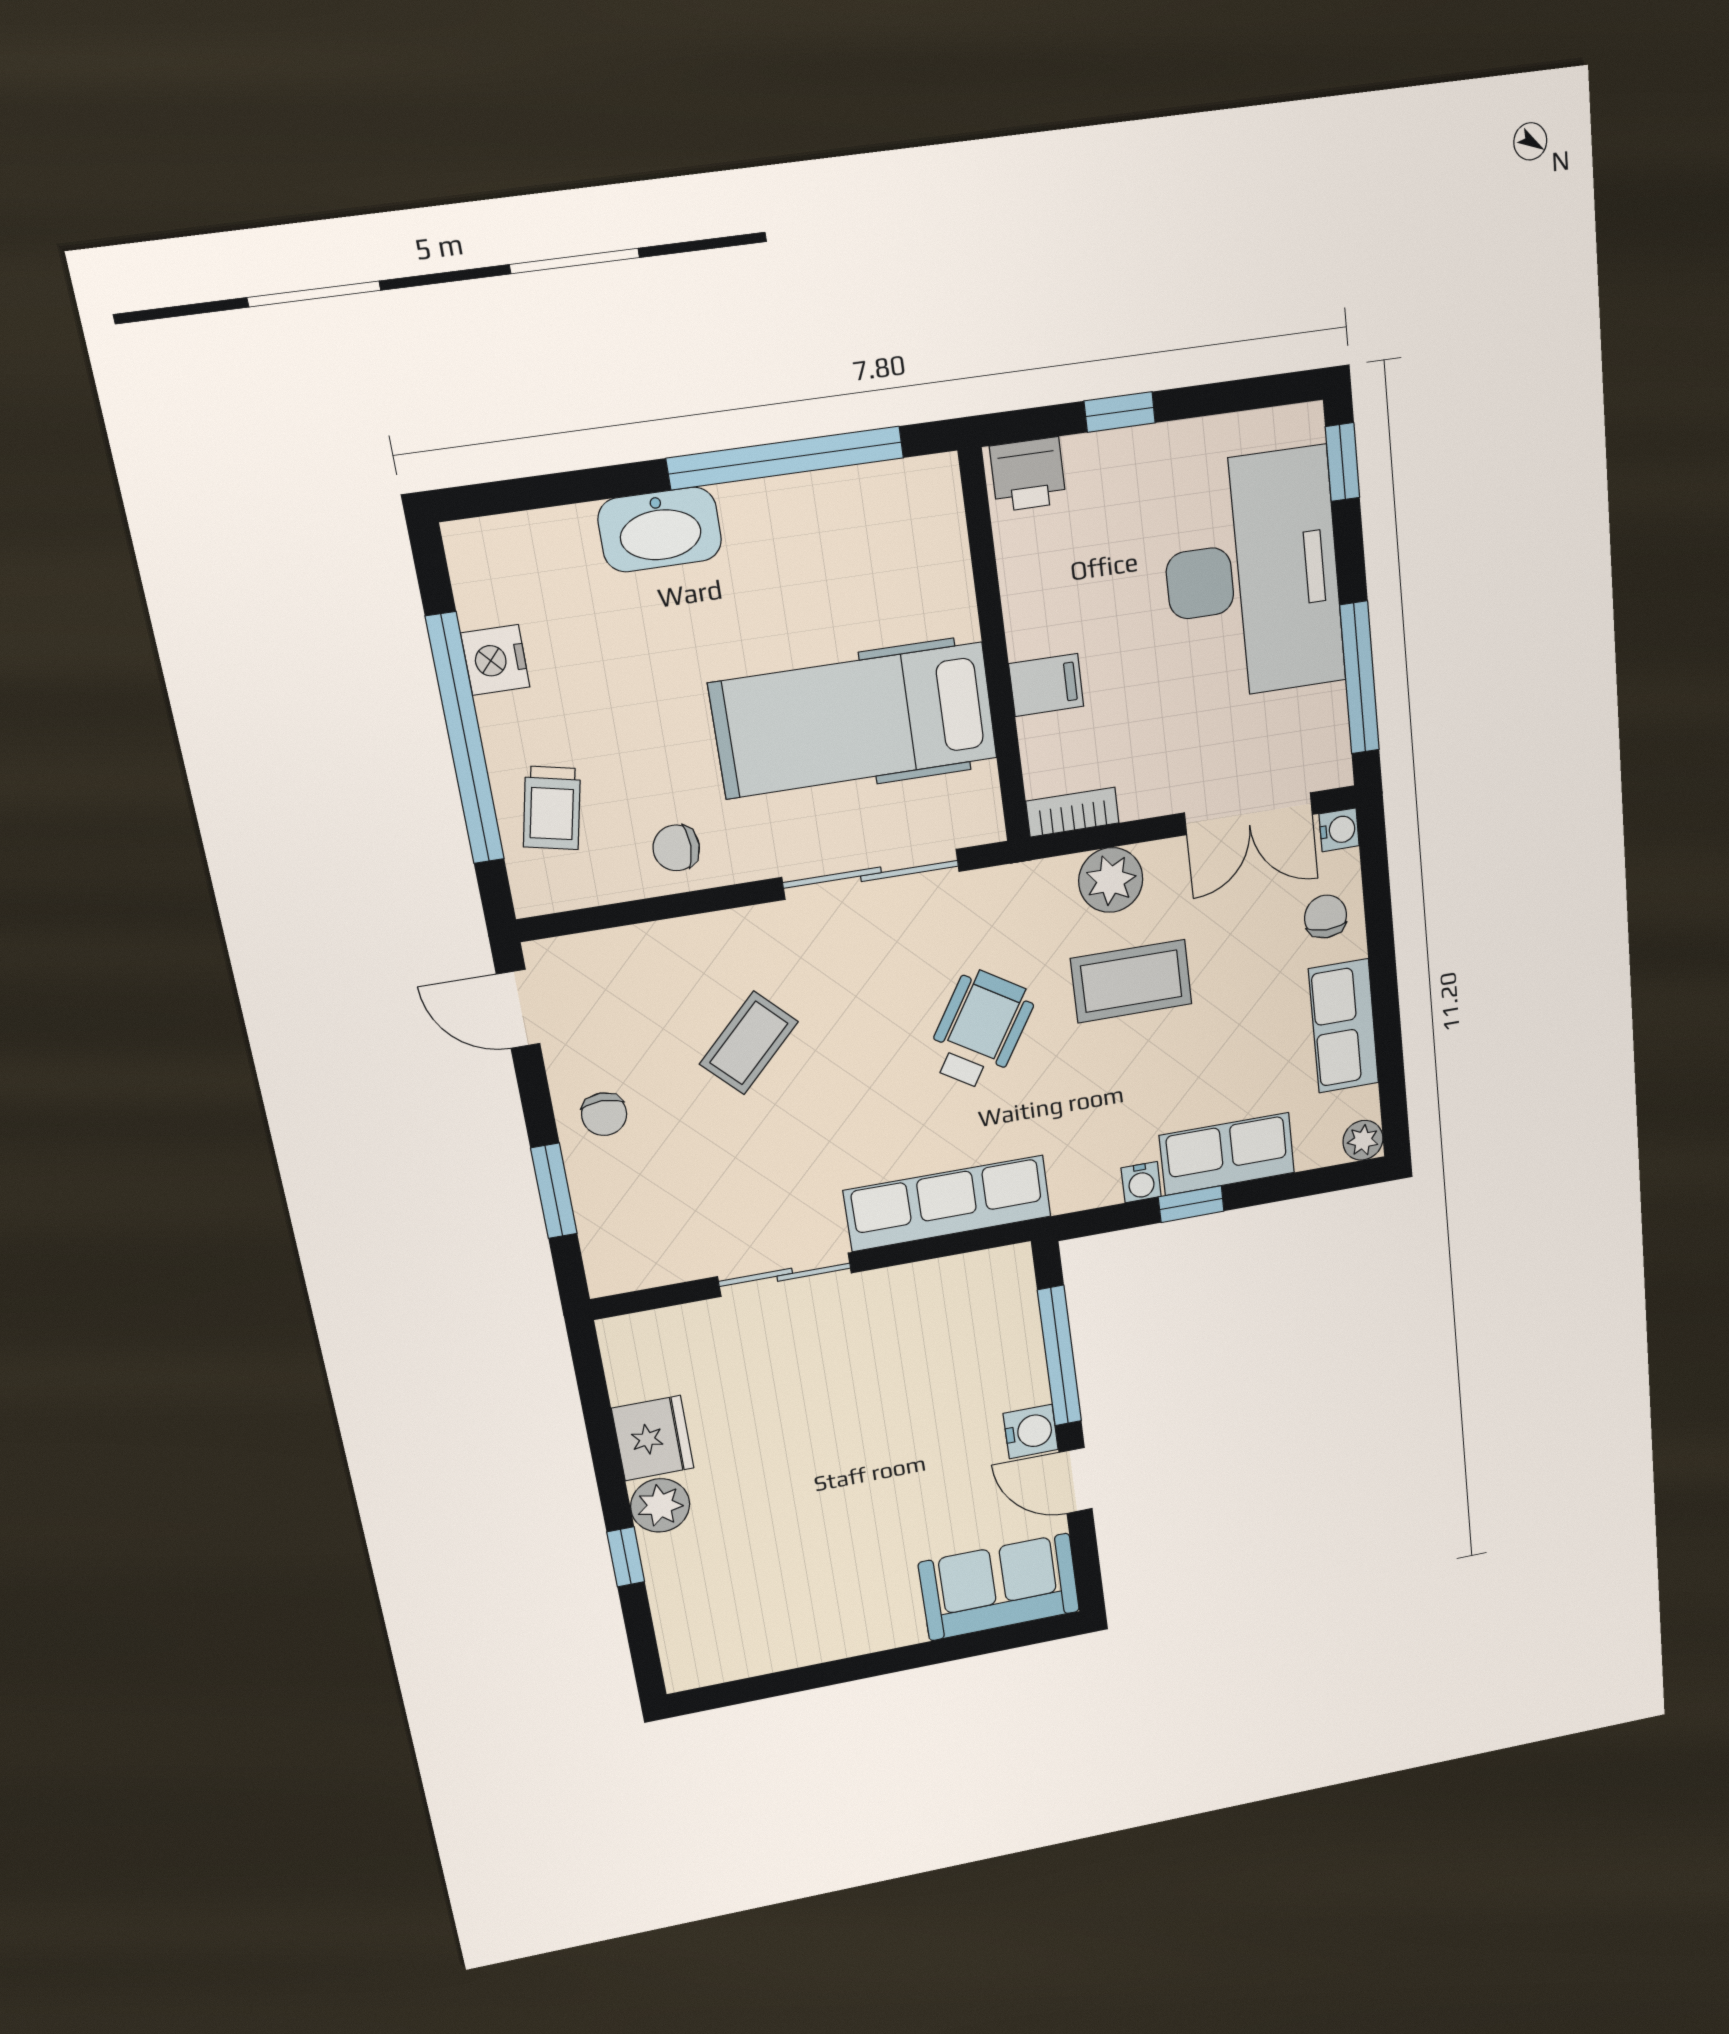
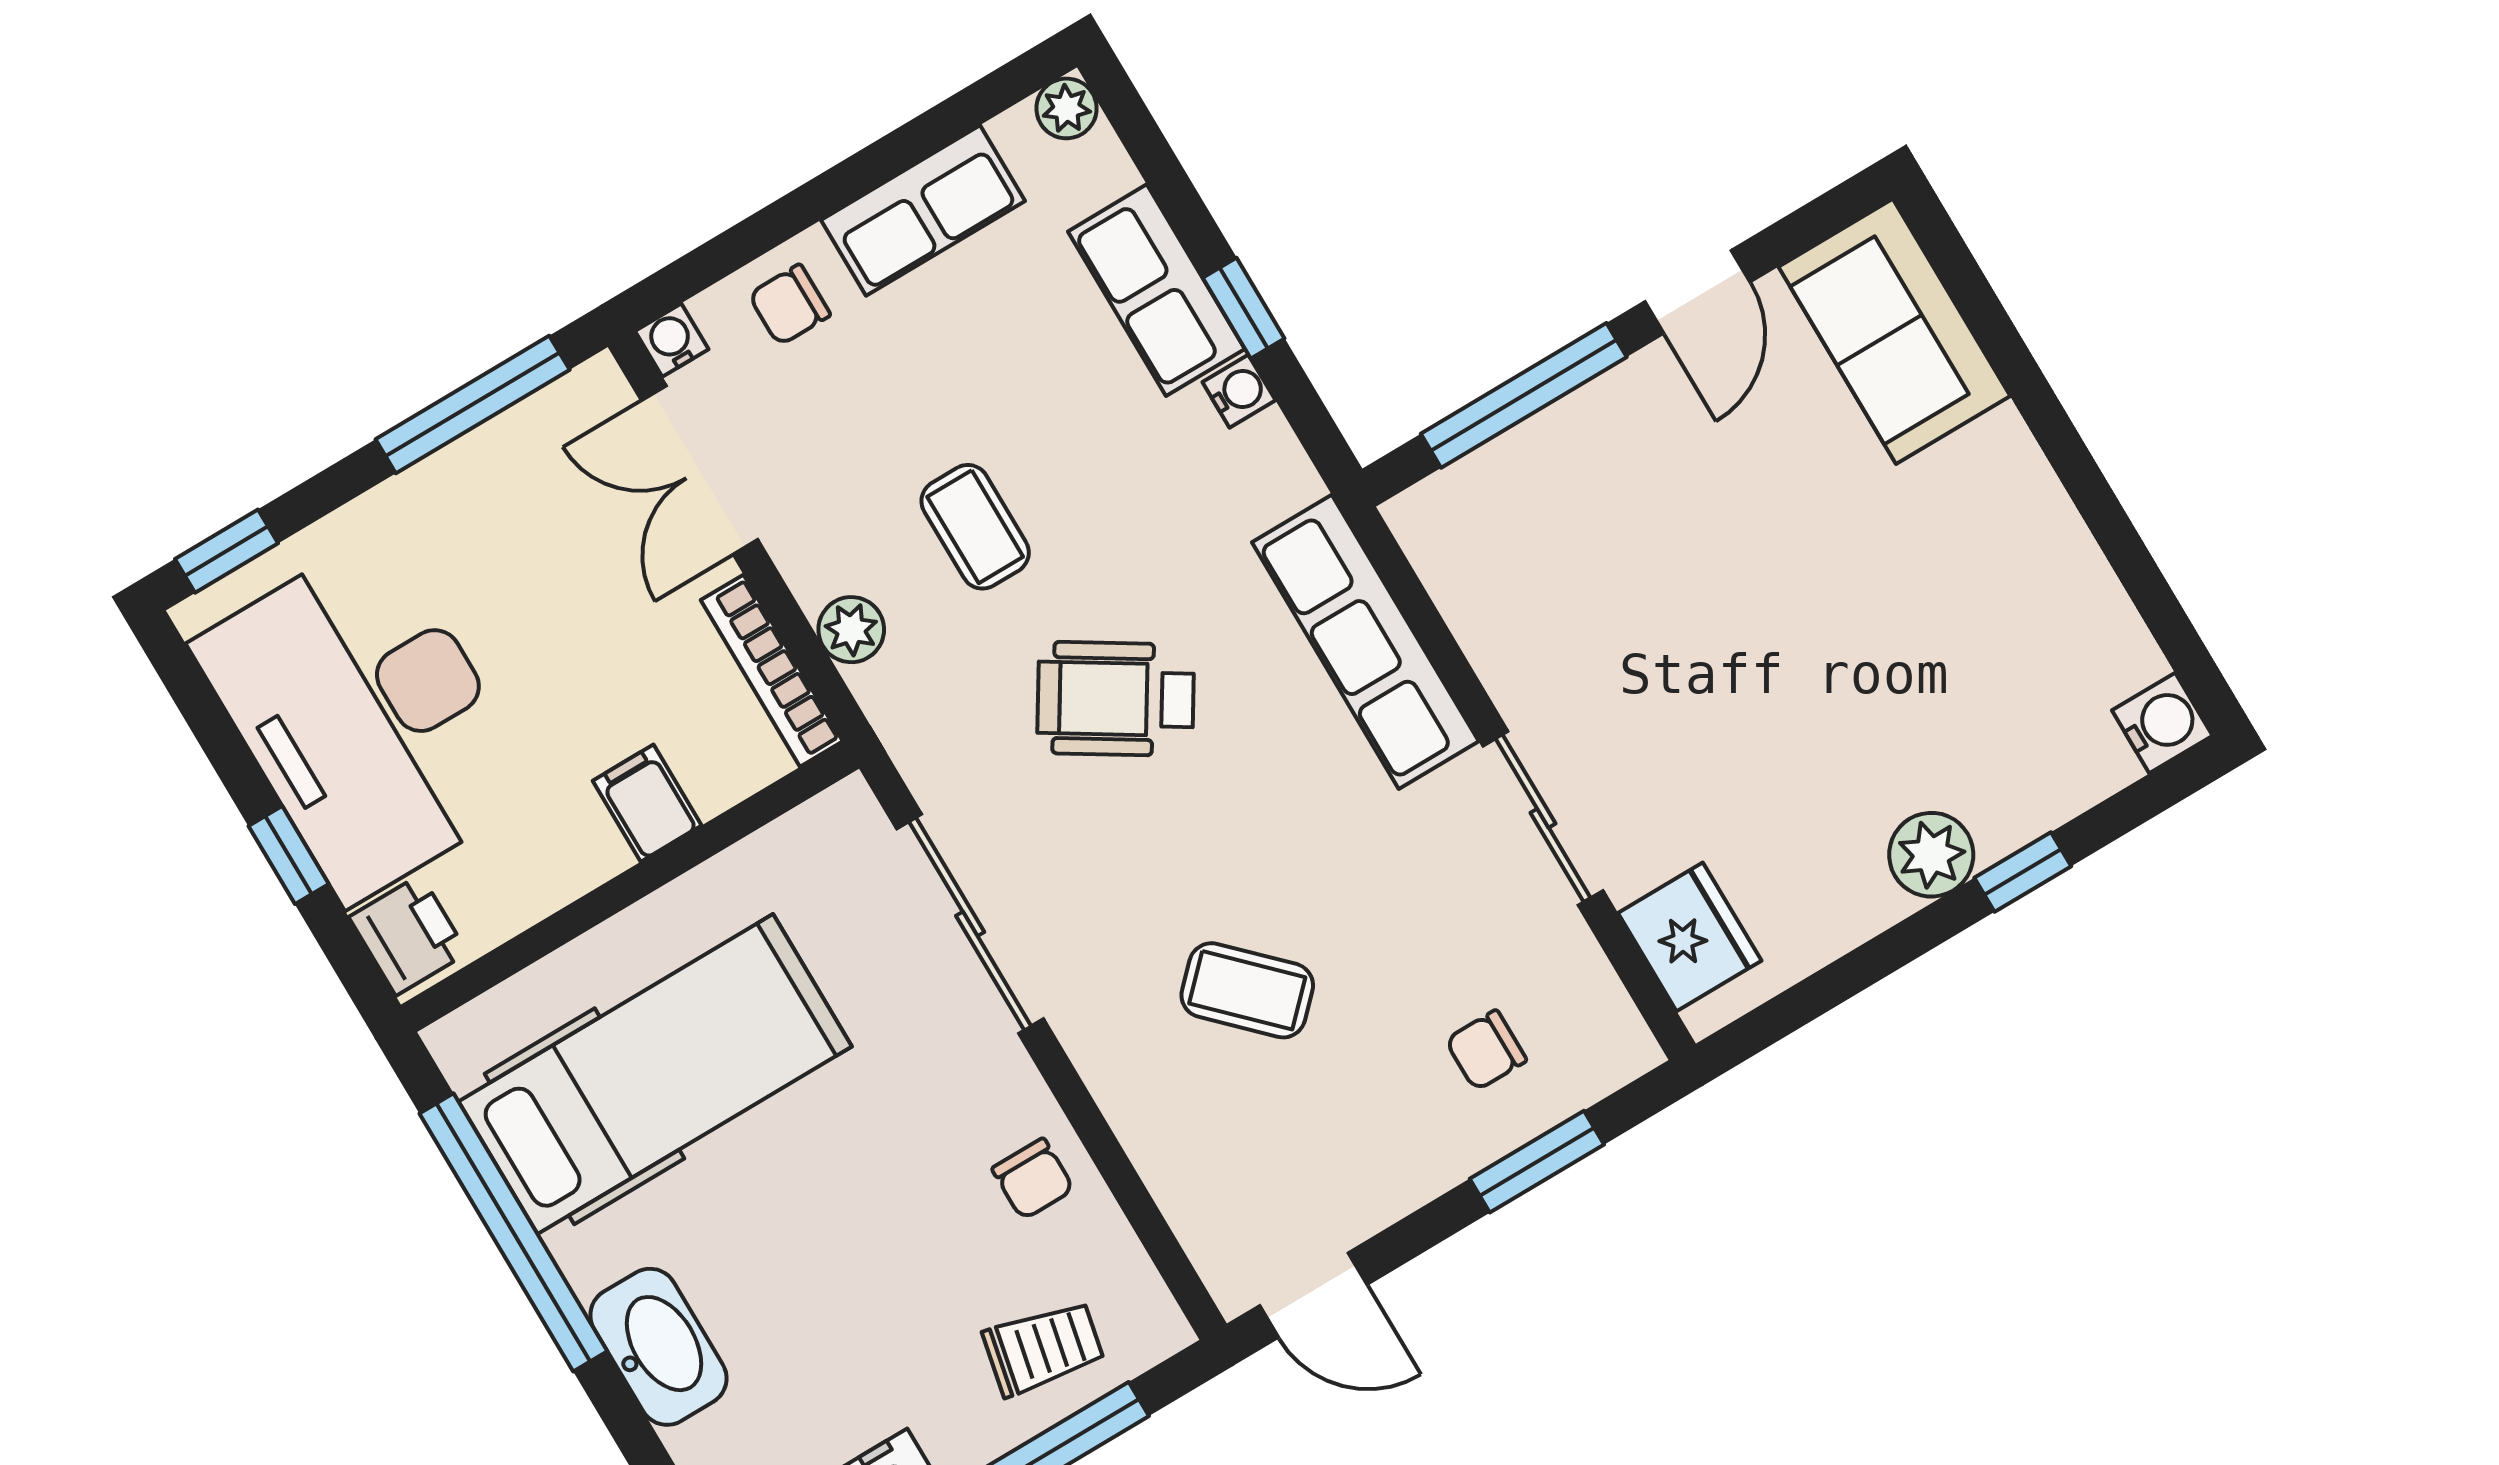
desk: (1252, 576) -> (366, 718), moved, turned -90
hospital bed: (854, 721) -> (655, 1074), moved, turned -90
bookcase: (1072, 812) -> (772, 671), width x1.56
double door: (1249, 814) -> (700, 470), swing flipped
plant: (1111, 880) -> (851, 630), width x0.73, depth x0.73
coffee table: (1131, 981) -> (975, 527), width x0.73, depth x0.77
door: (518, 1009) -> (1313, 1295), hinge flipped
chair: (604, 1114) -> (1486, 1050), moved, turned 180
water cooler: (1031, 1431) -> (2162, 723), moved, turned 90
fridge: (653, 1438) -> (1690, 937), moved, turned 90

